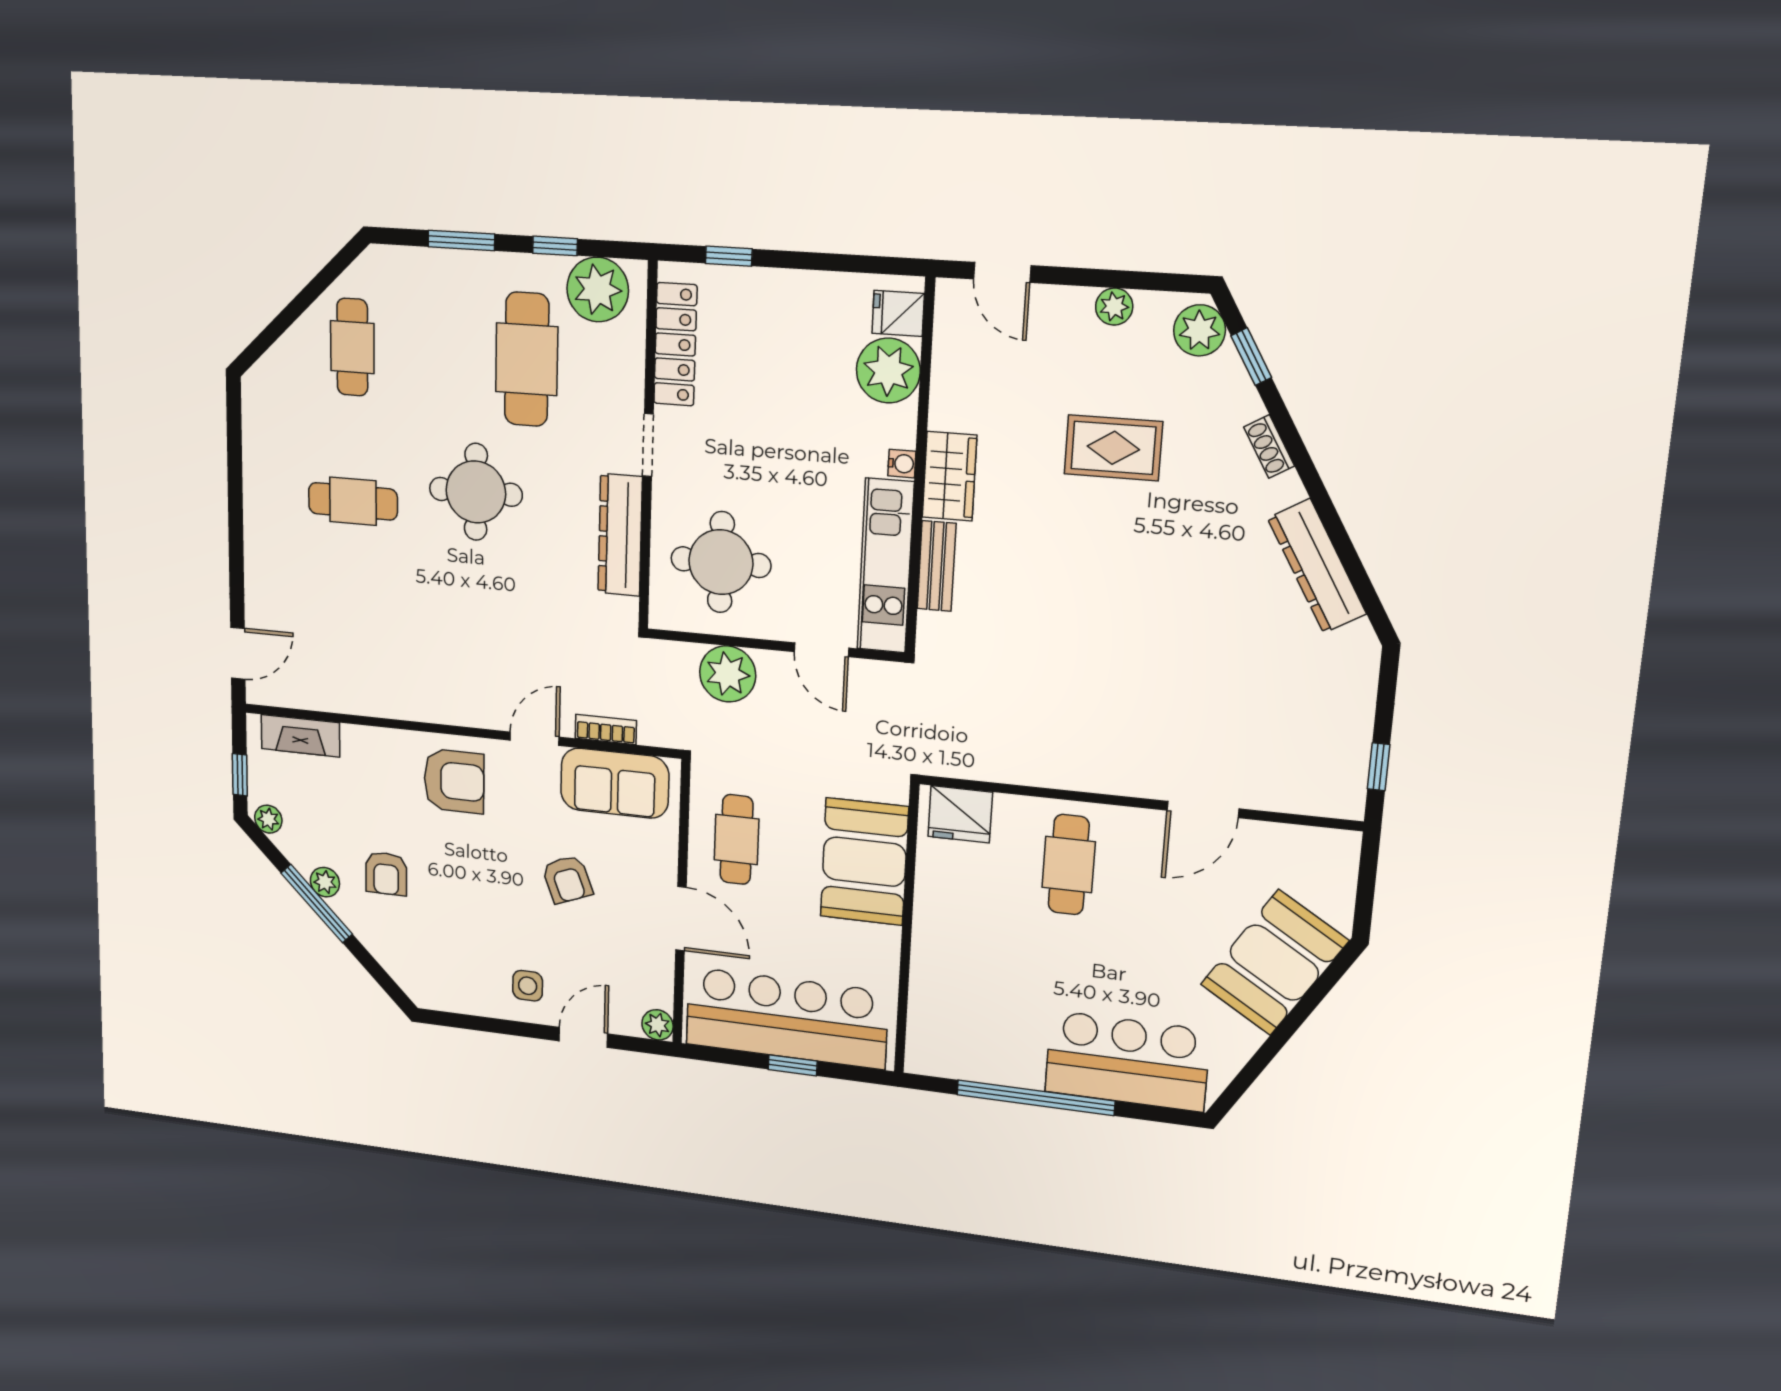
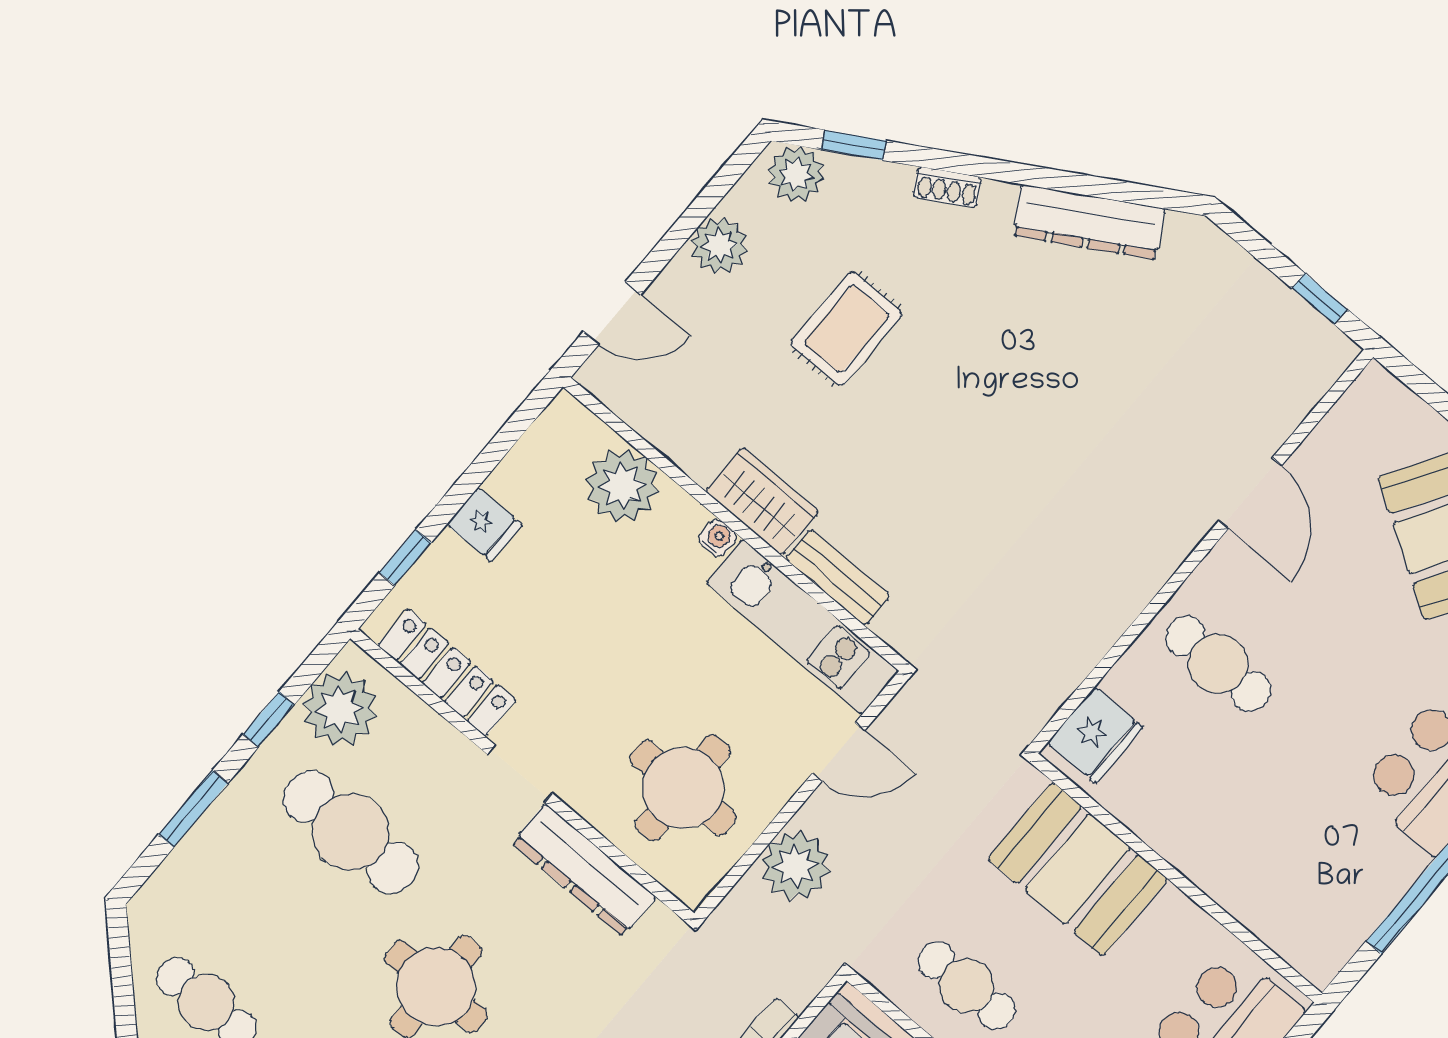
plant: (1114, 307) -> (719, 246), width x1.38, depth x1.38
fridge: (898, 313) -> (485, 525), moved, turned -90

